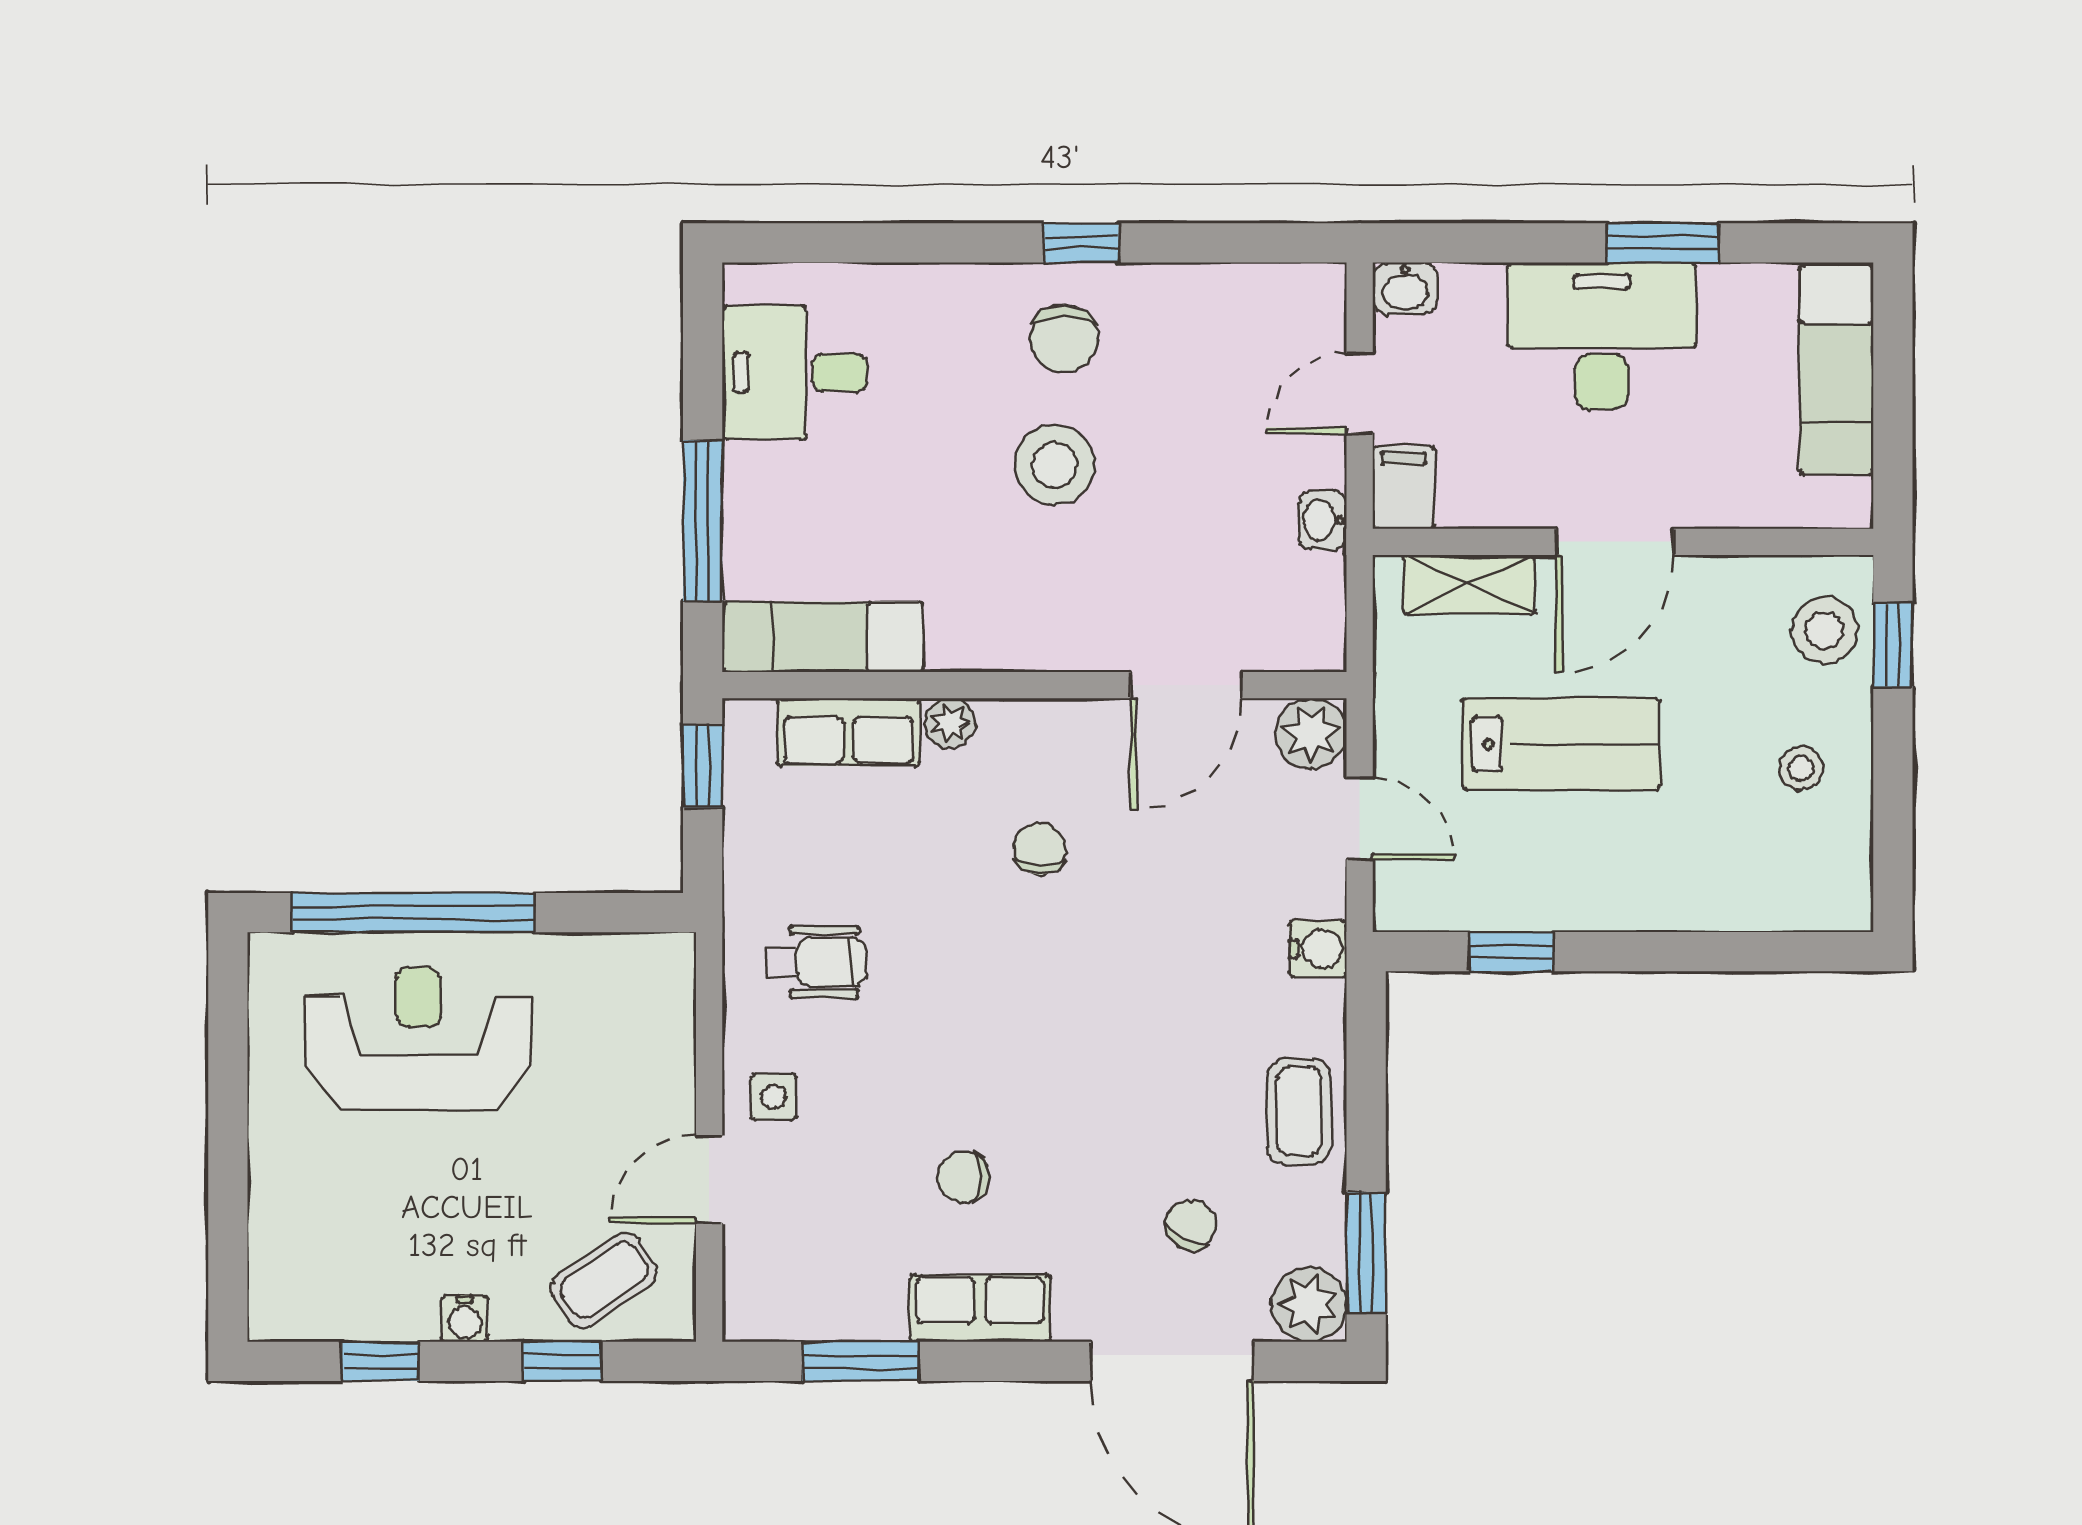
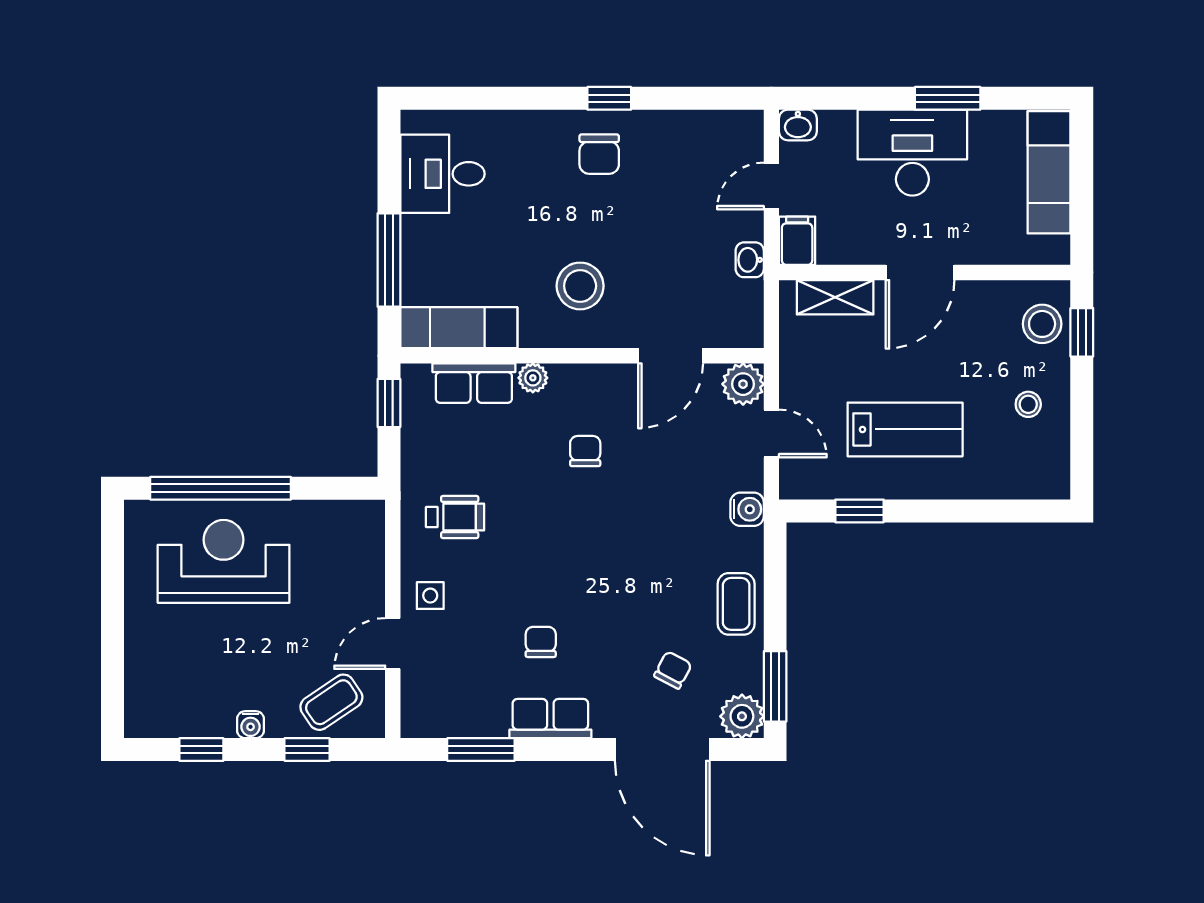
stool: (1054, 465) -> (580, 286), moved
lab bench: (1561, 744) -> (905, 429), moved
chair: (963, 1177) -> (541, 642), turned 90

